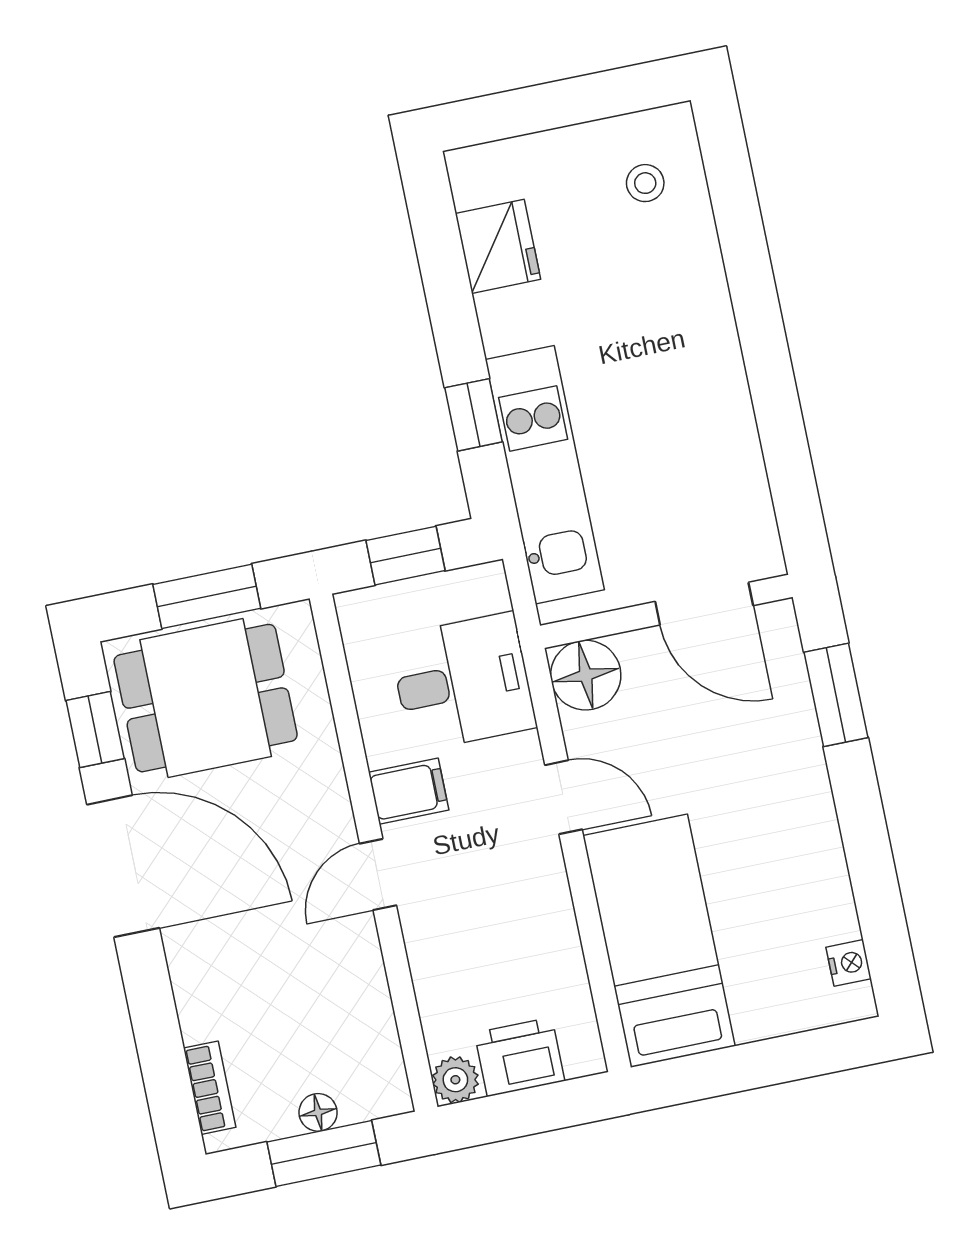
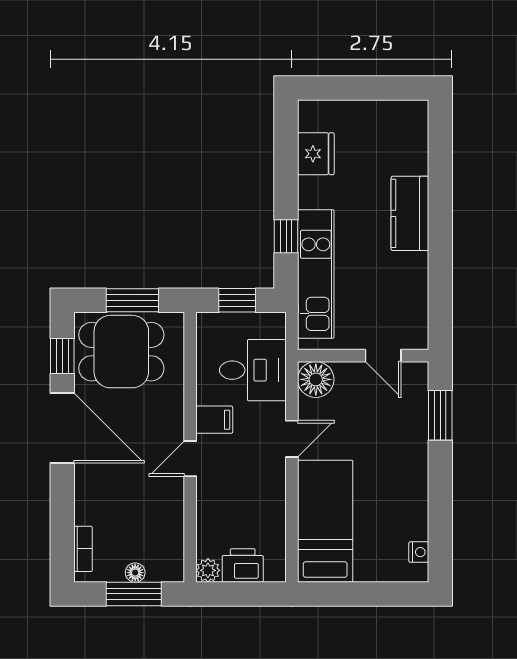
stool: (645, 183) -> (397, 137), removed
kitchen counter: (700, 323) -> (410, 213), added
door: (704, 604) -> (383, 356), width x0.73
door: (564, 797) -> (292, 439), hinge flipped

